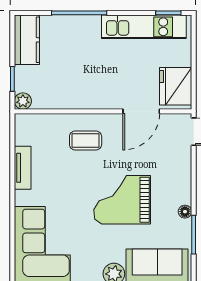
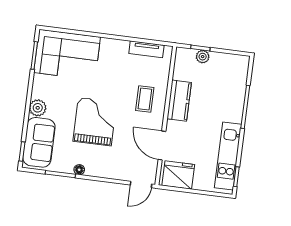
kitchen counter: (27, 40) -> (179, 101), moved, turned -90
plant: (23, 101) -> (203, 57), moved
tv unit: (23, 168) -> (146, 49), moved

